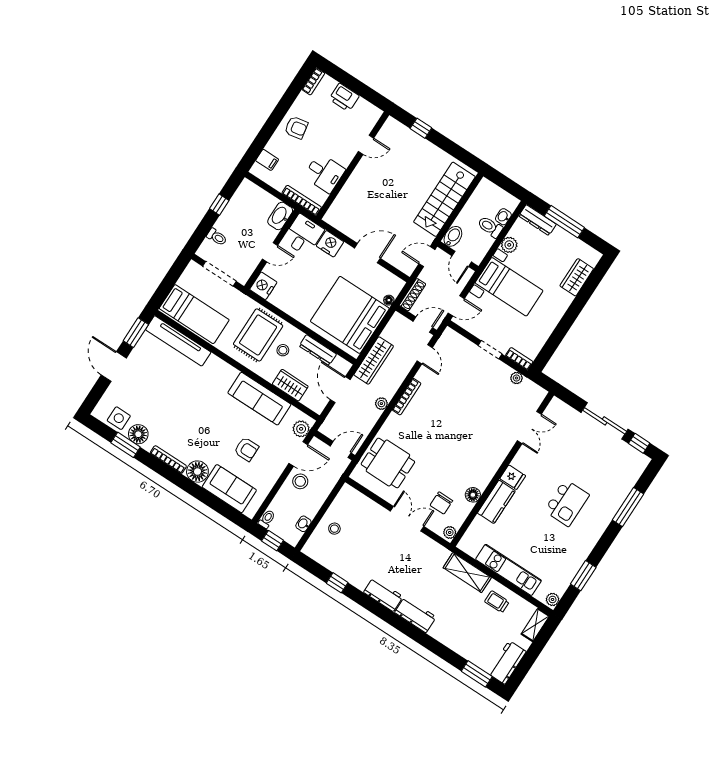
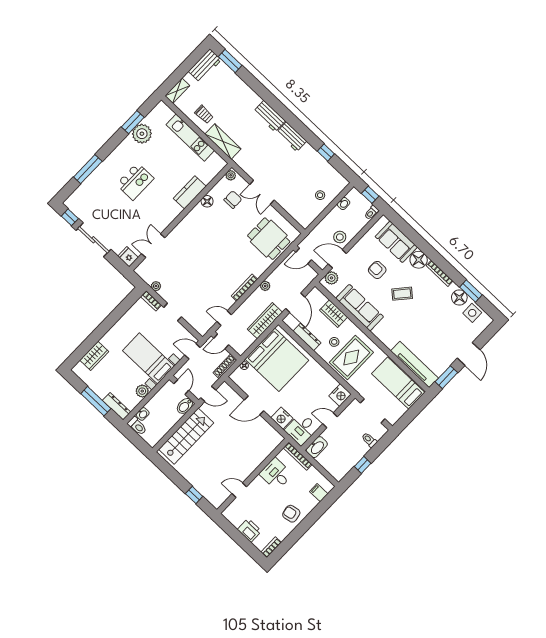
toilet: (490, 227) -> (137, 426), moved
door: (425, 354) -> (224, 318), hinge flipped
coffee table: (210, 426) -> (402, 294), added
fridge: (513, 477) -> (128, 257), moved
kitchen island: (567, 503) -> (135, 181), turned 180
plant: (553, 599) -> (142, 134), moved, width x1.88, depth x1.88

